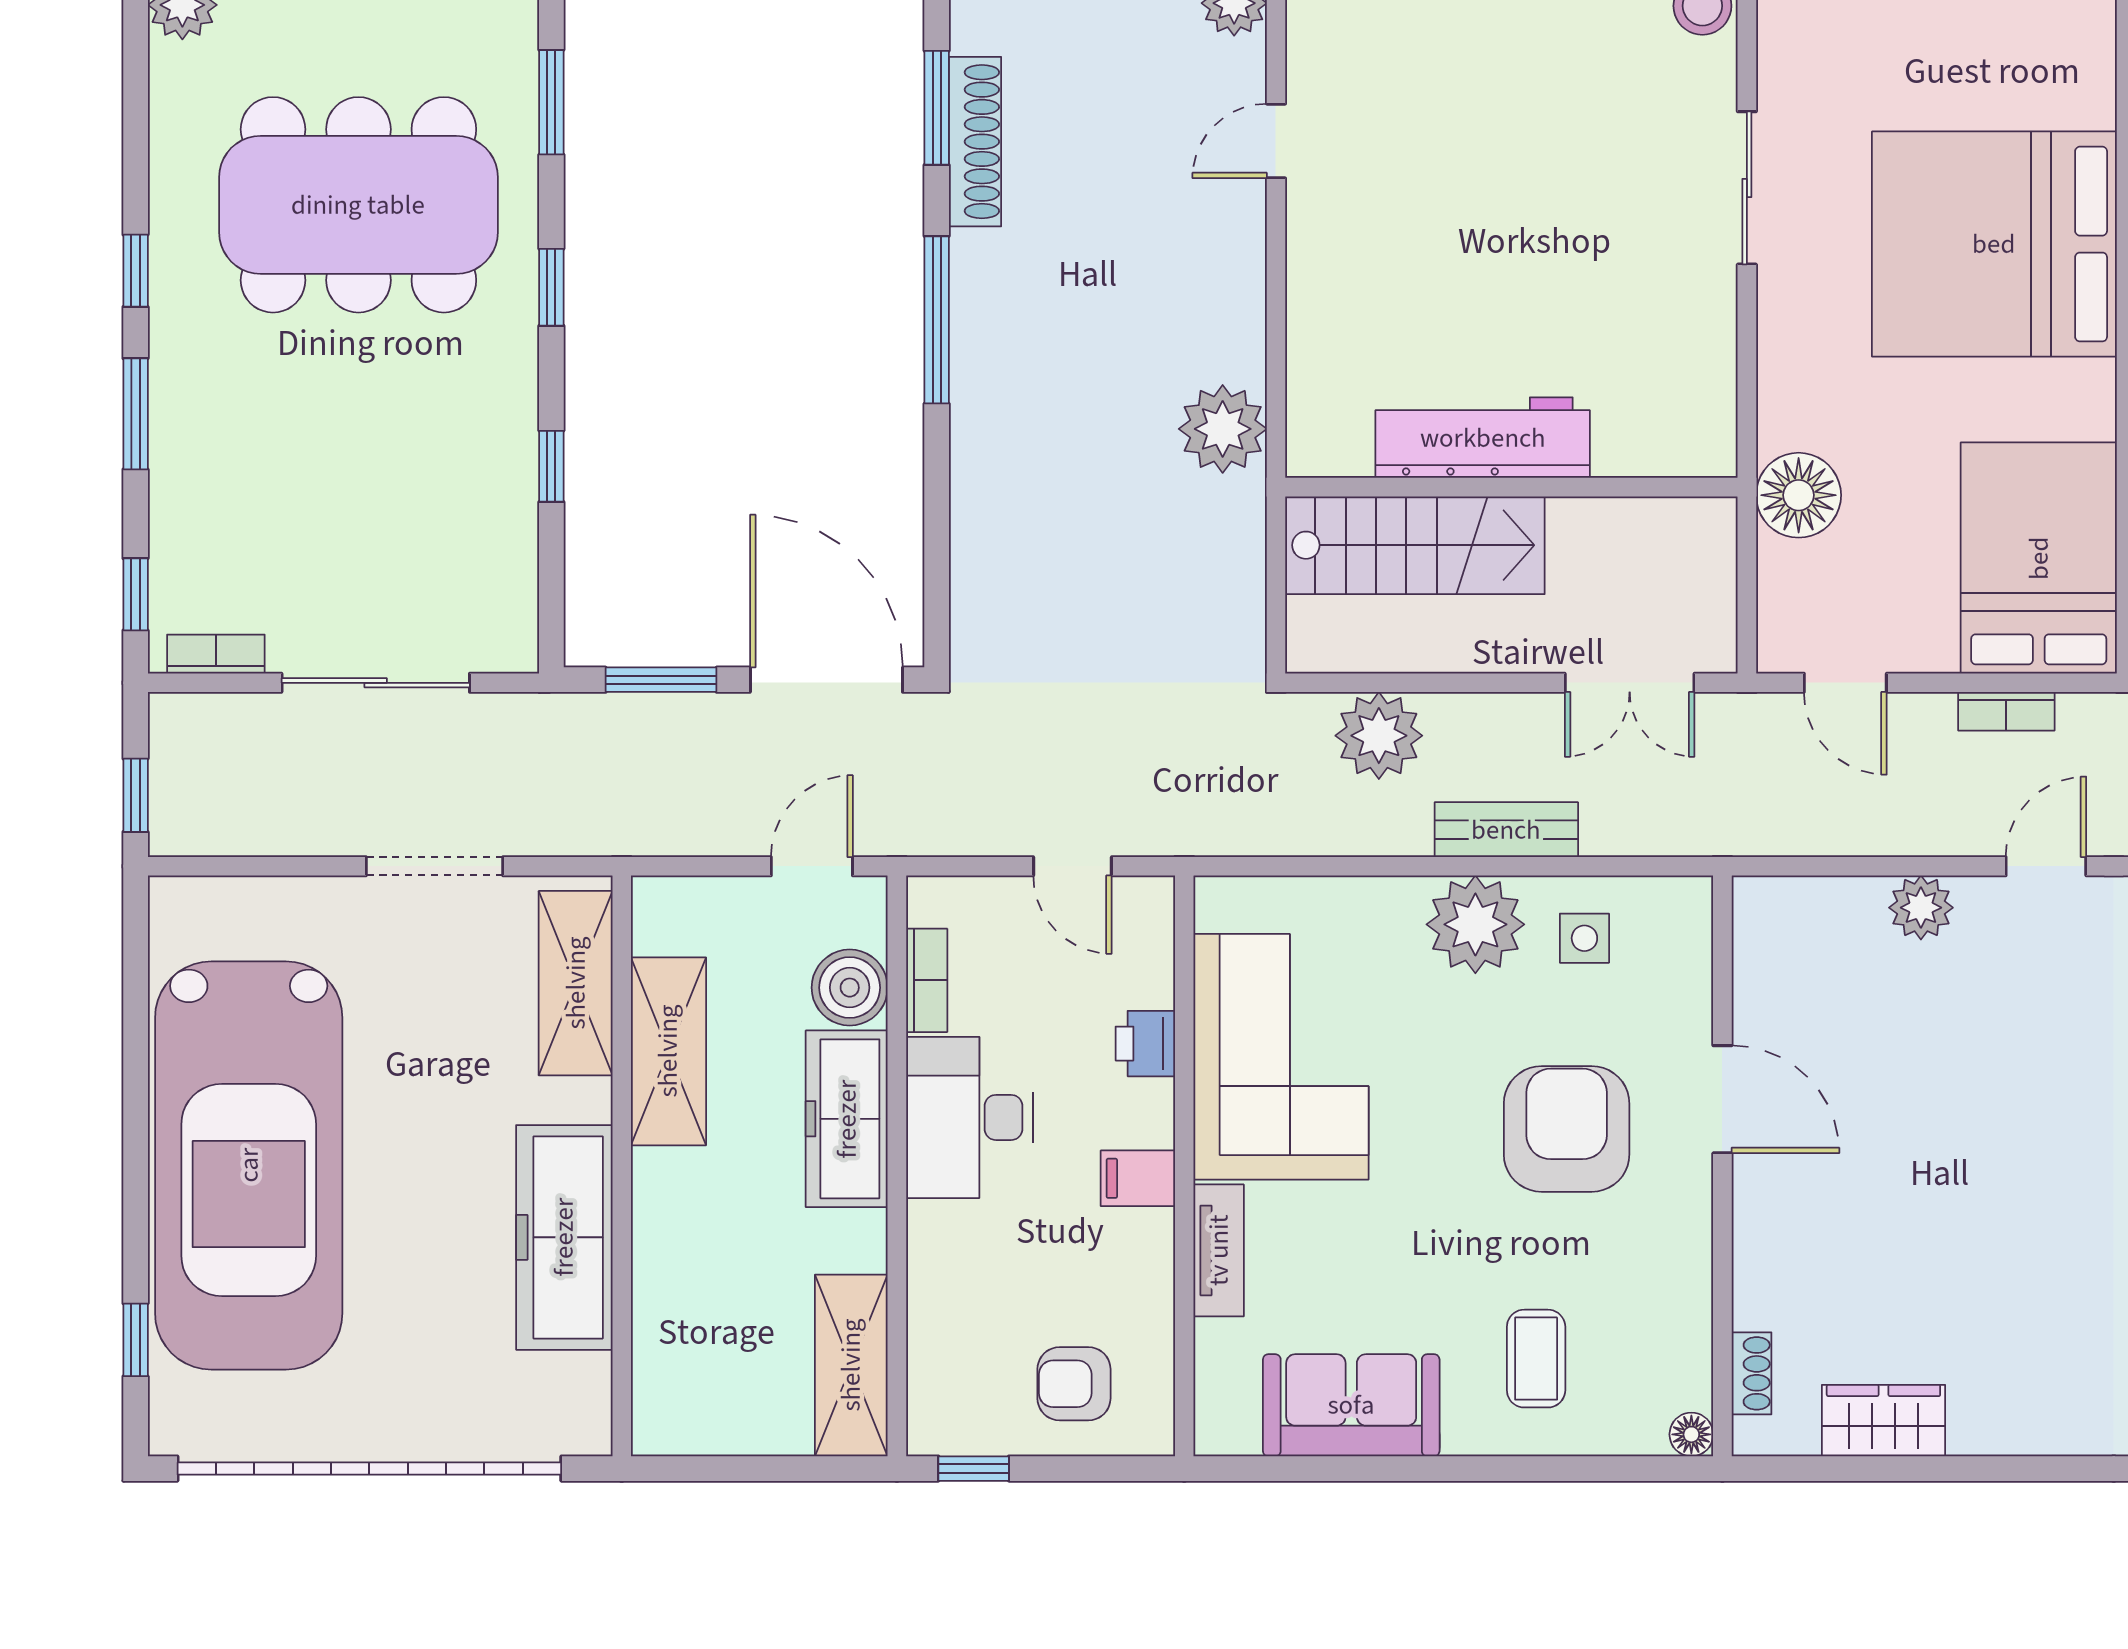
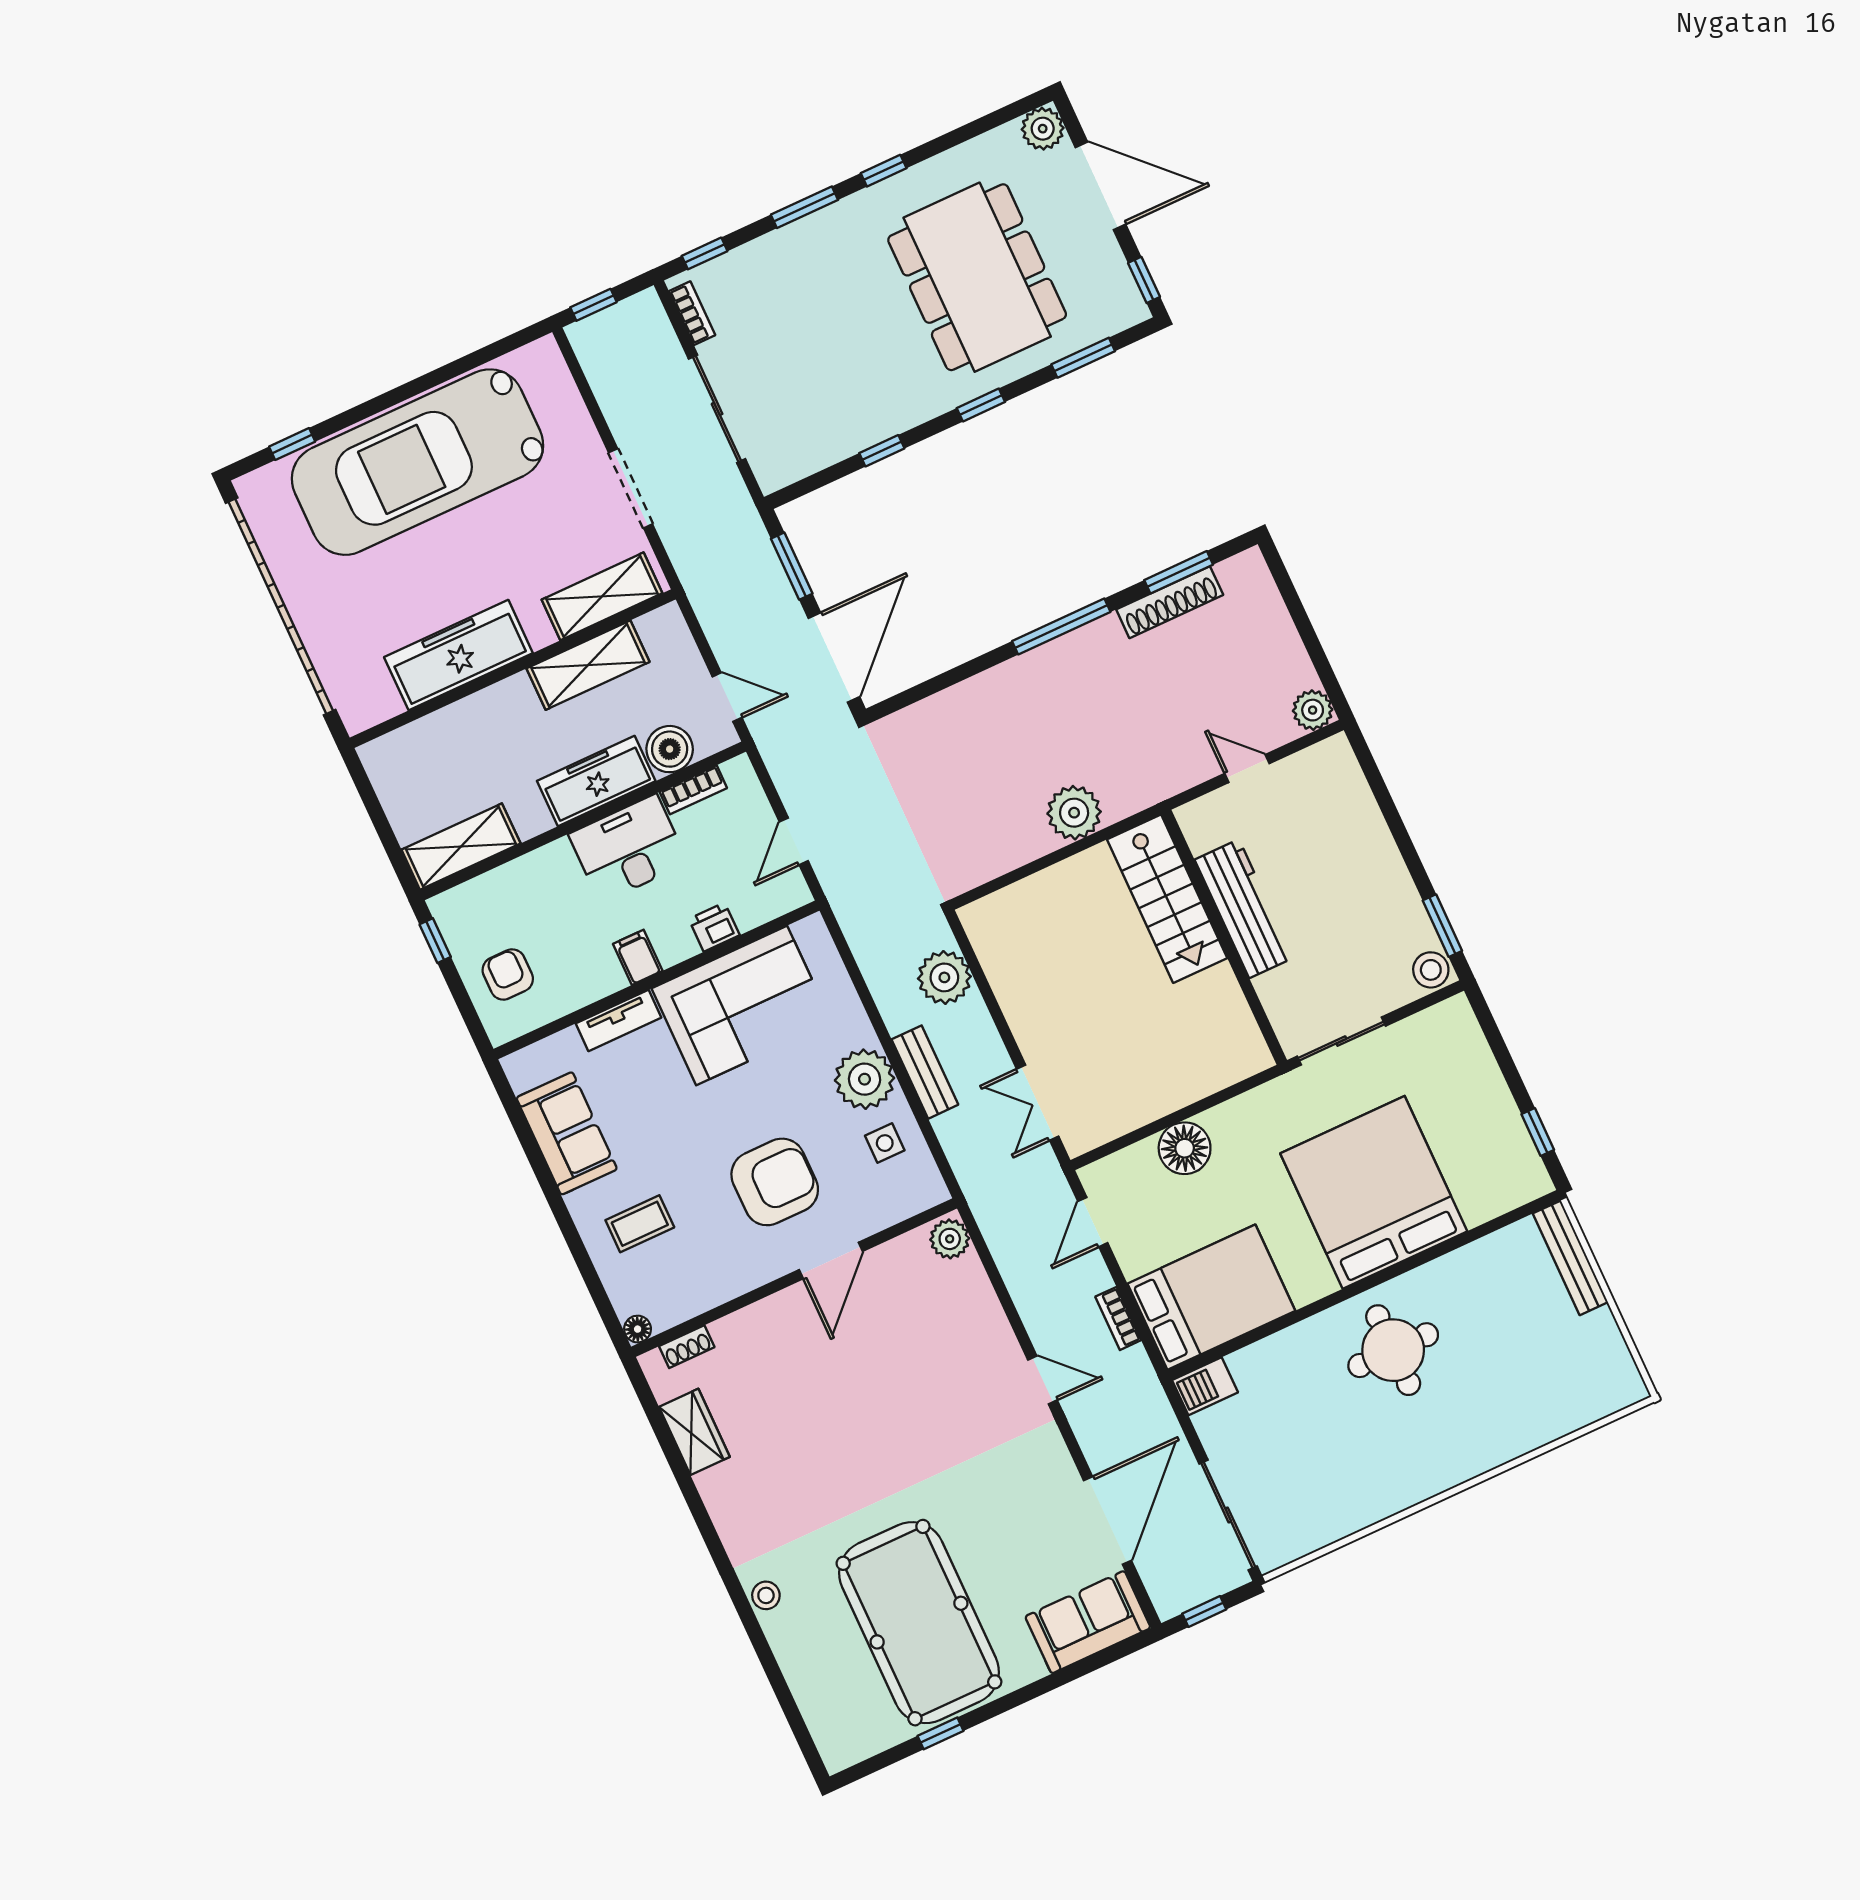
workbench: (1483, 438) -> (1244, 909), moved
wall: (1511, 487) -> (1224, 937), moved
stairs: (1415, 545) -> (1167, 899), moved
plant: (1921, 908) -> (950, 1239), moved

